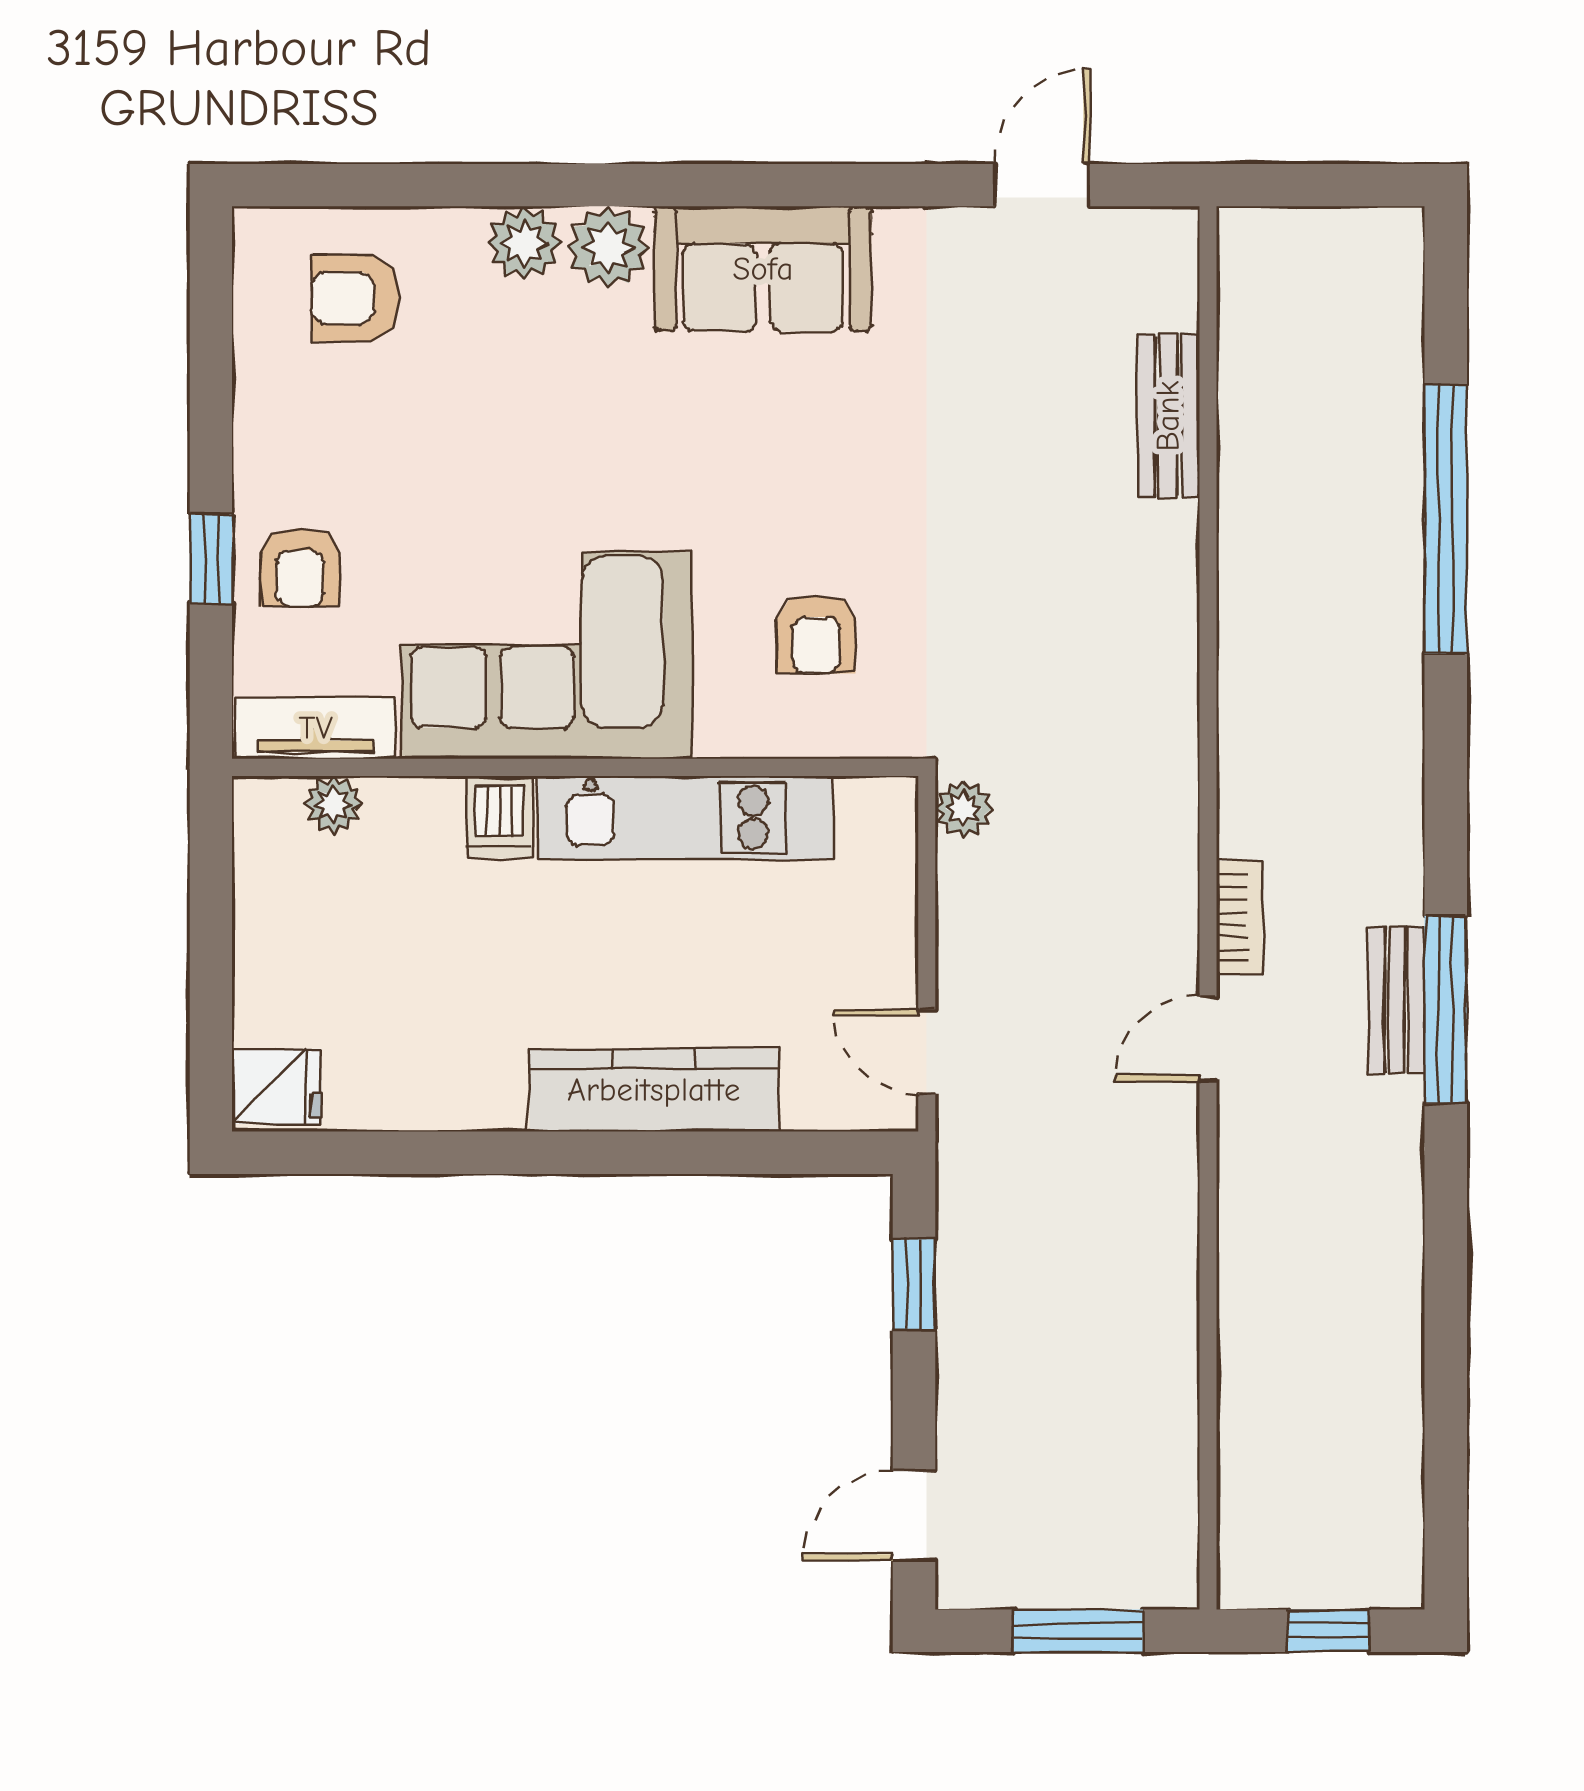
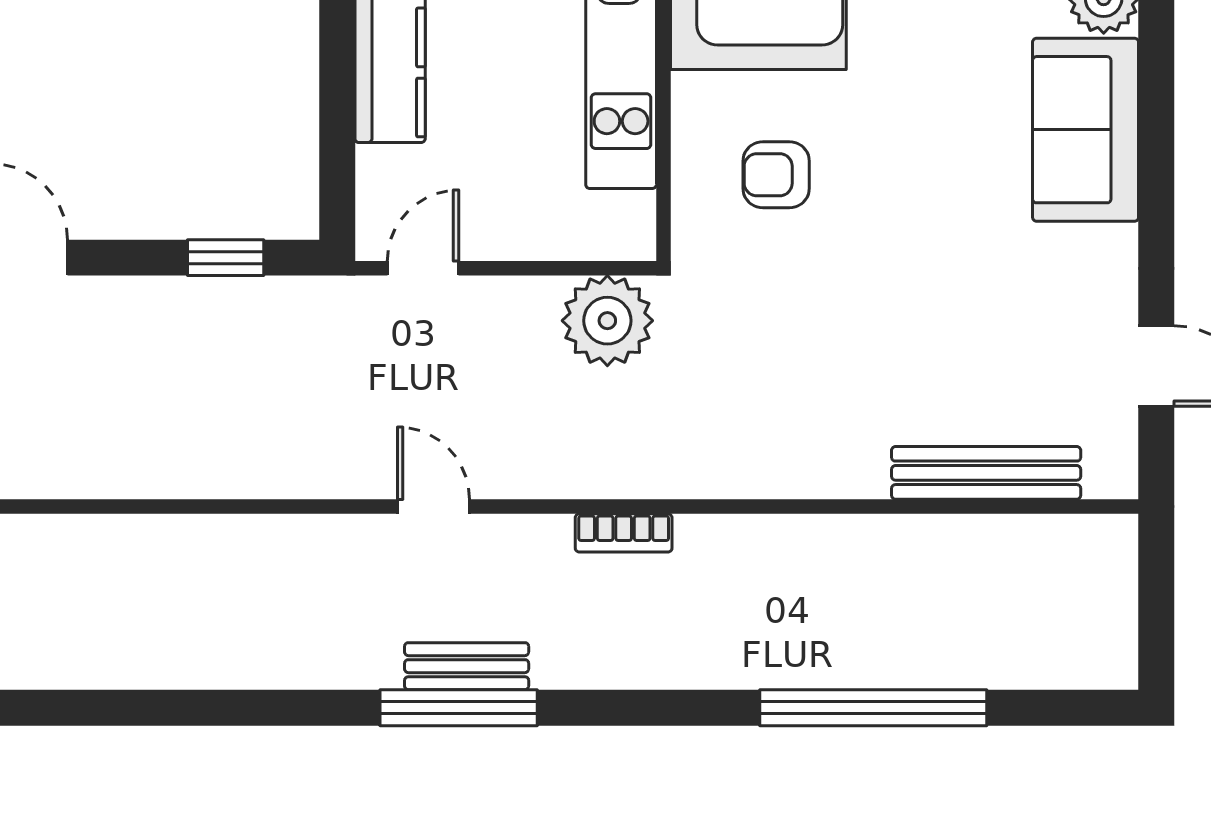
bench: (1168, 416) -> (986, 473), width x1.36
plant: (964, 809) -> (607, 321), width x1.87, depth x1.87
bookcase: (1239, 918) -> (624, 533), moved

